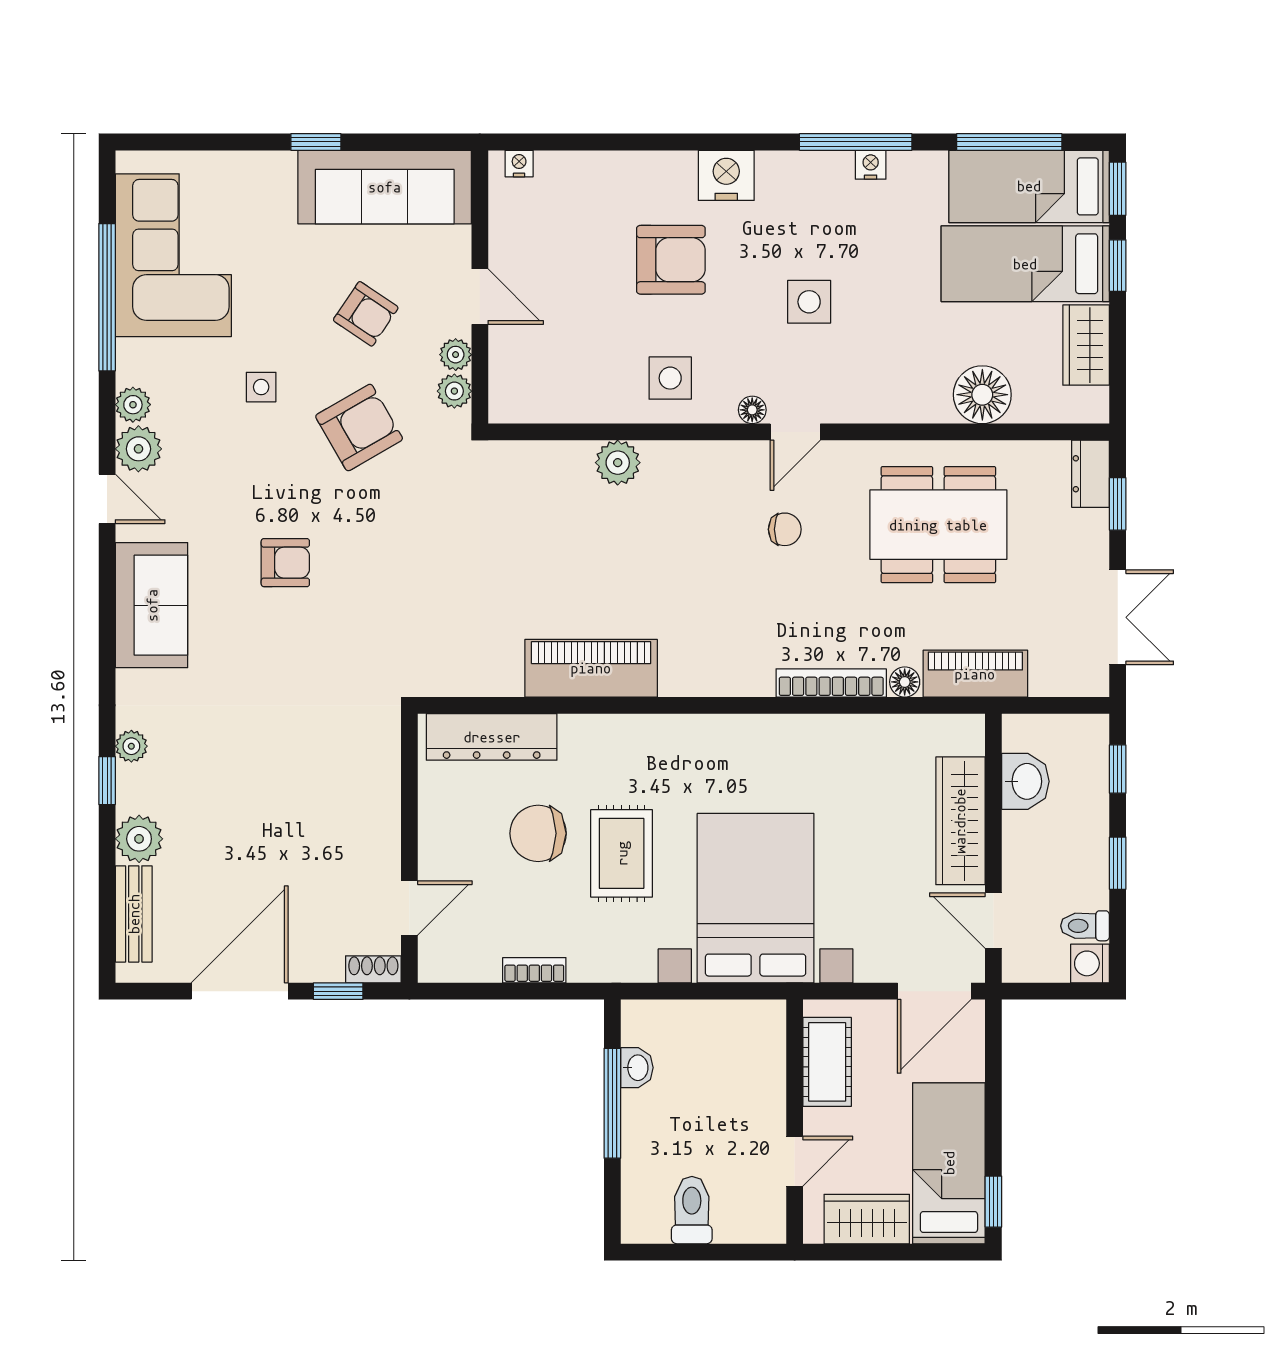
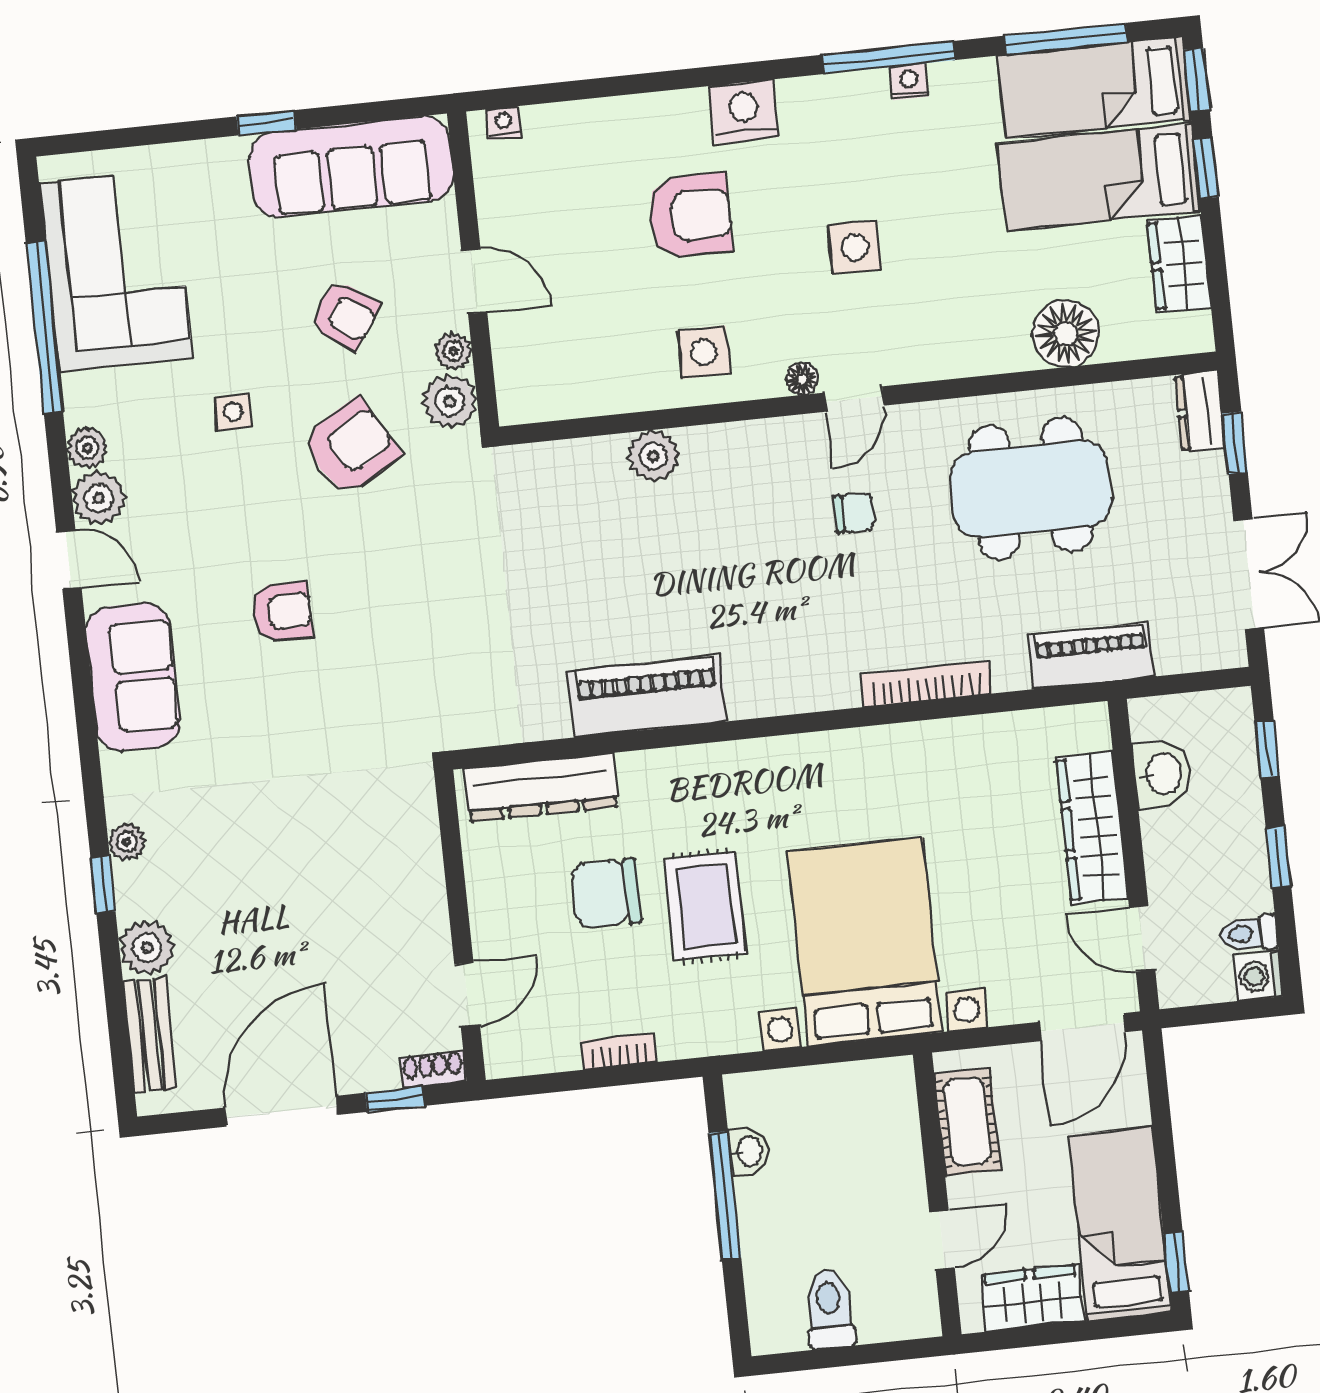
plant: (454, 391) -> (450, 401), width x1.38, depth x1.38
floor lamp: (905, 682) -> (1011, 674), removed

